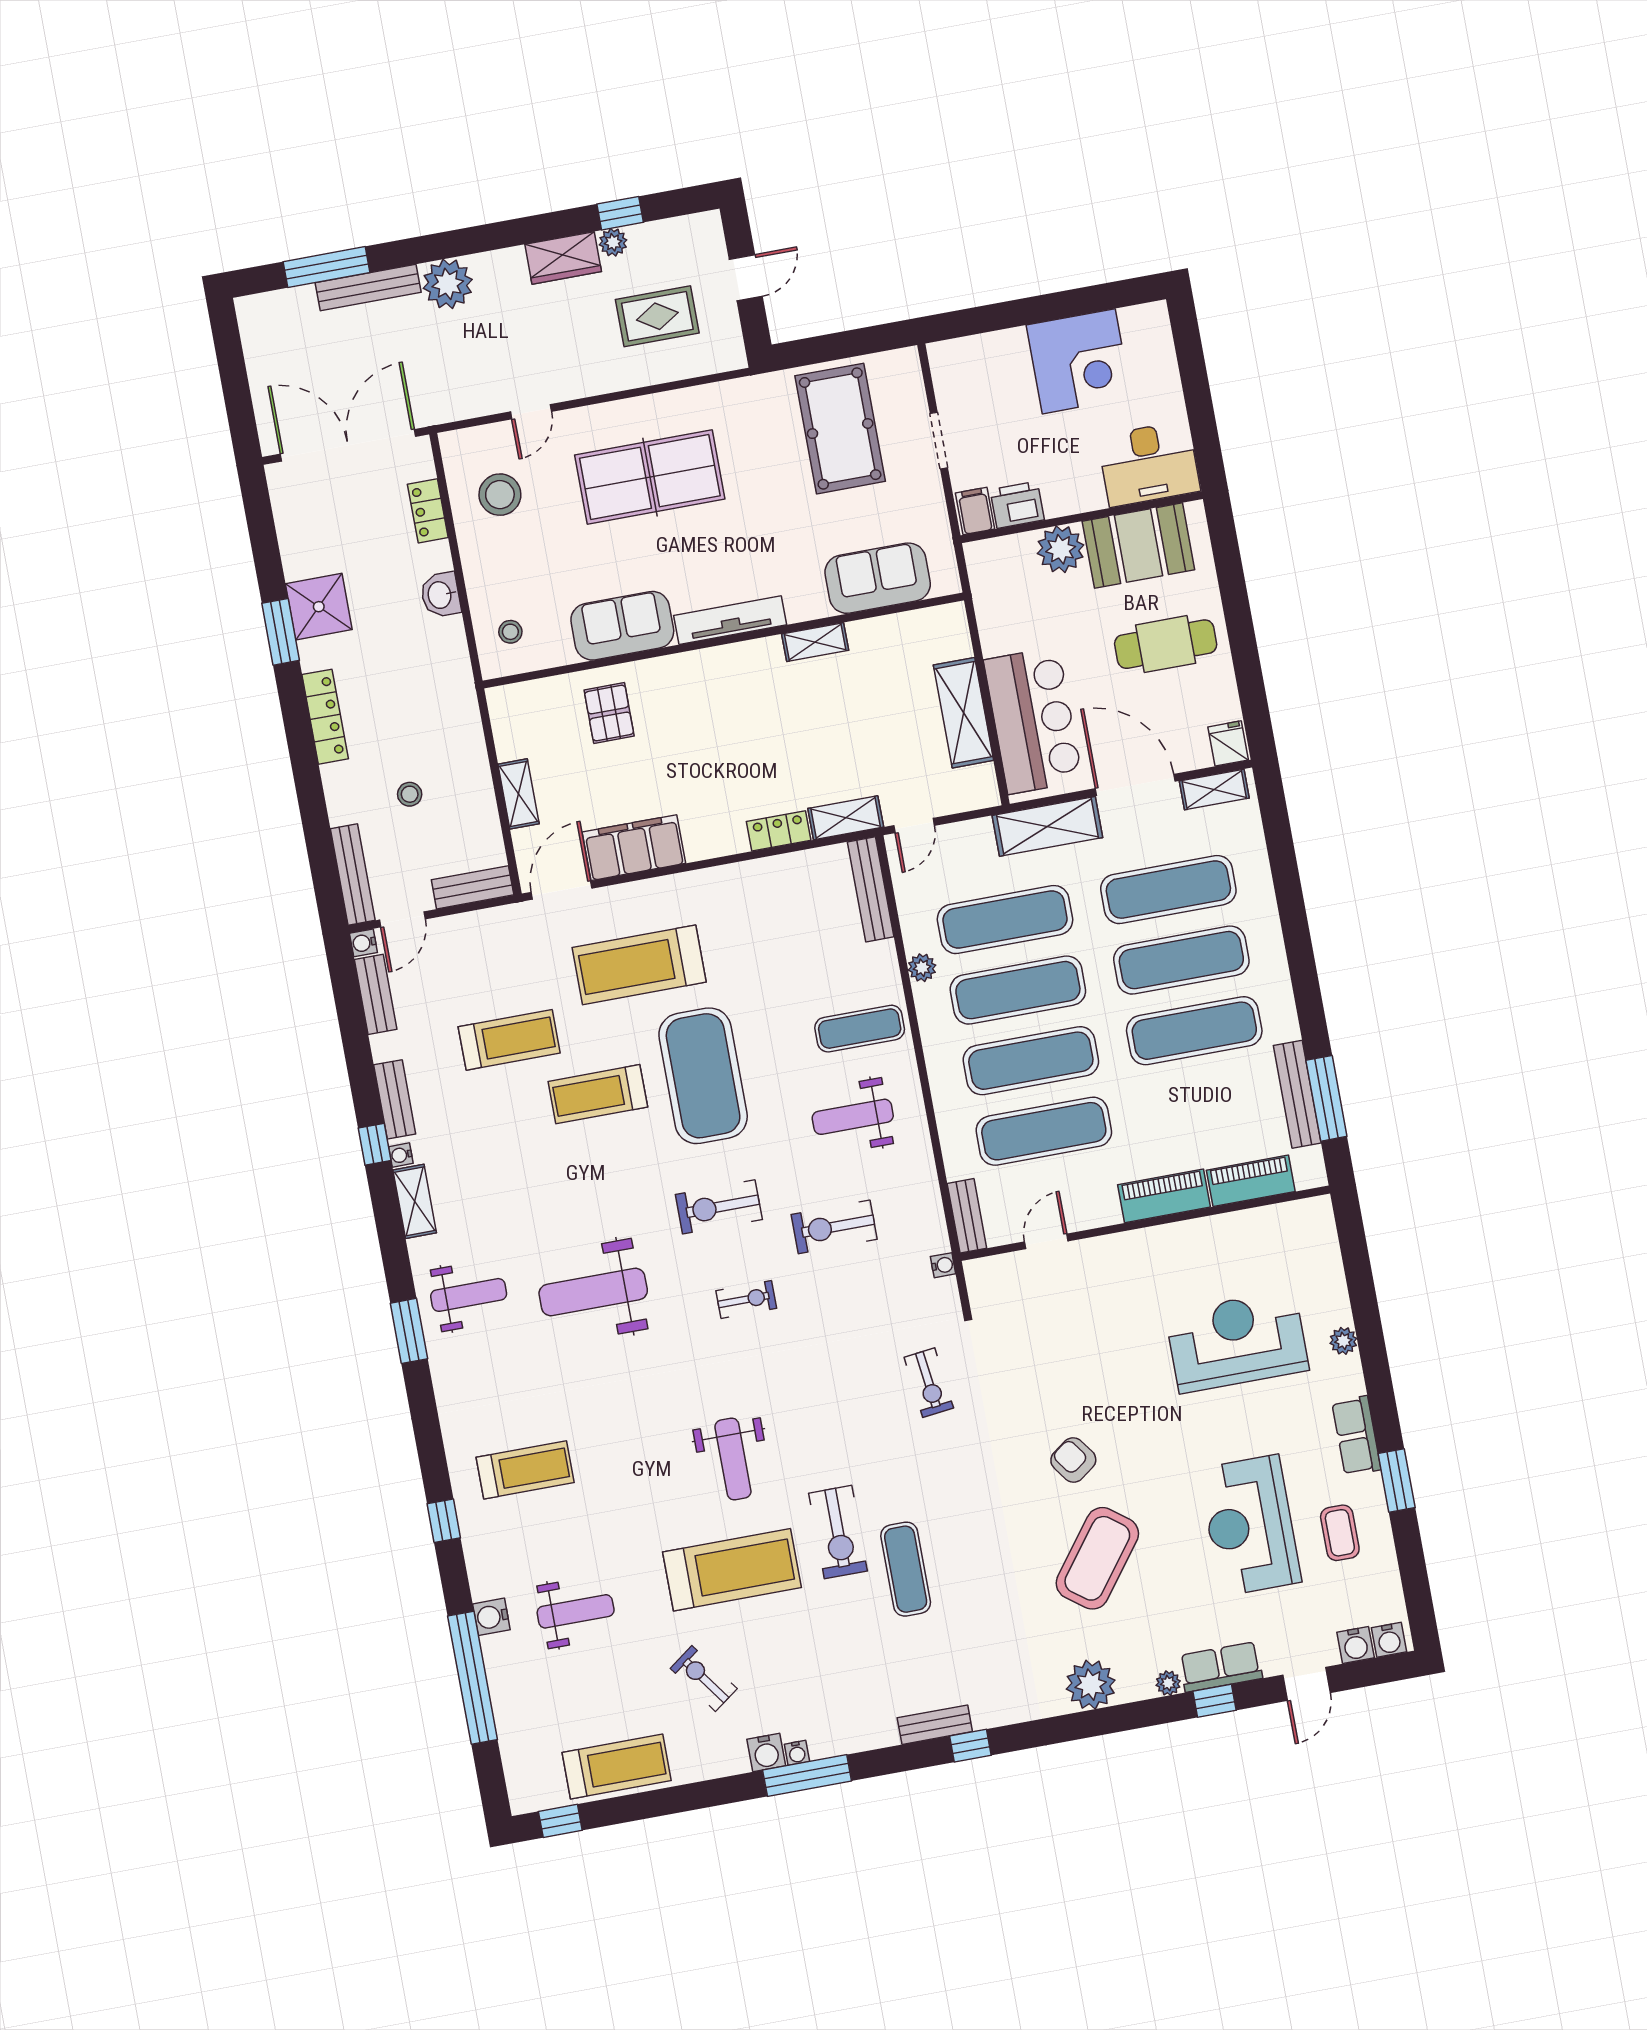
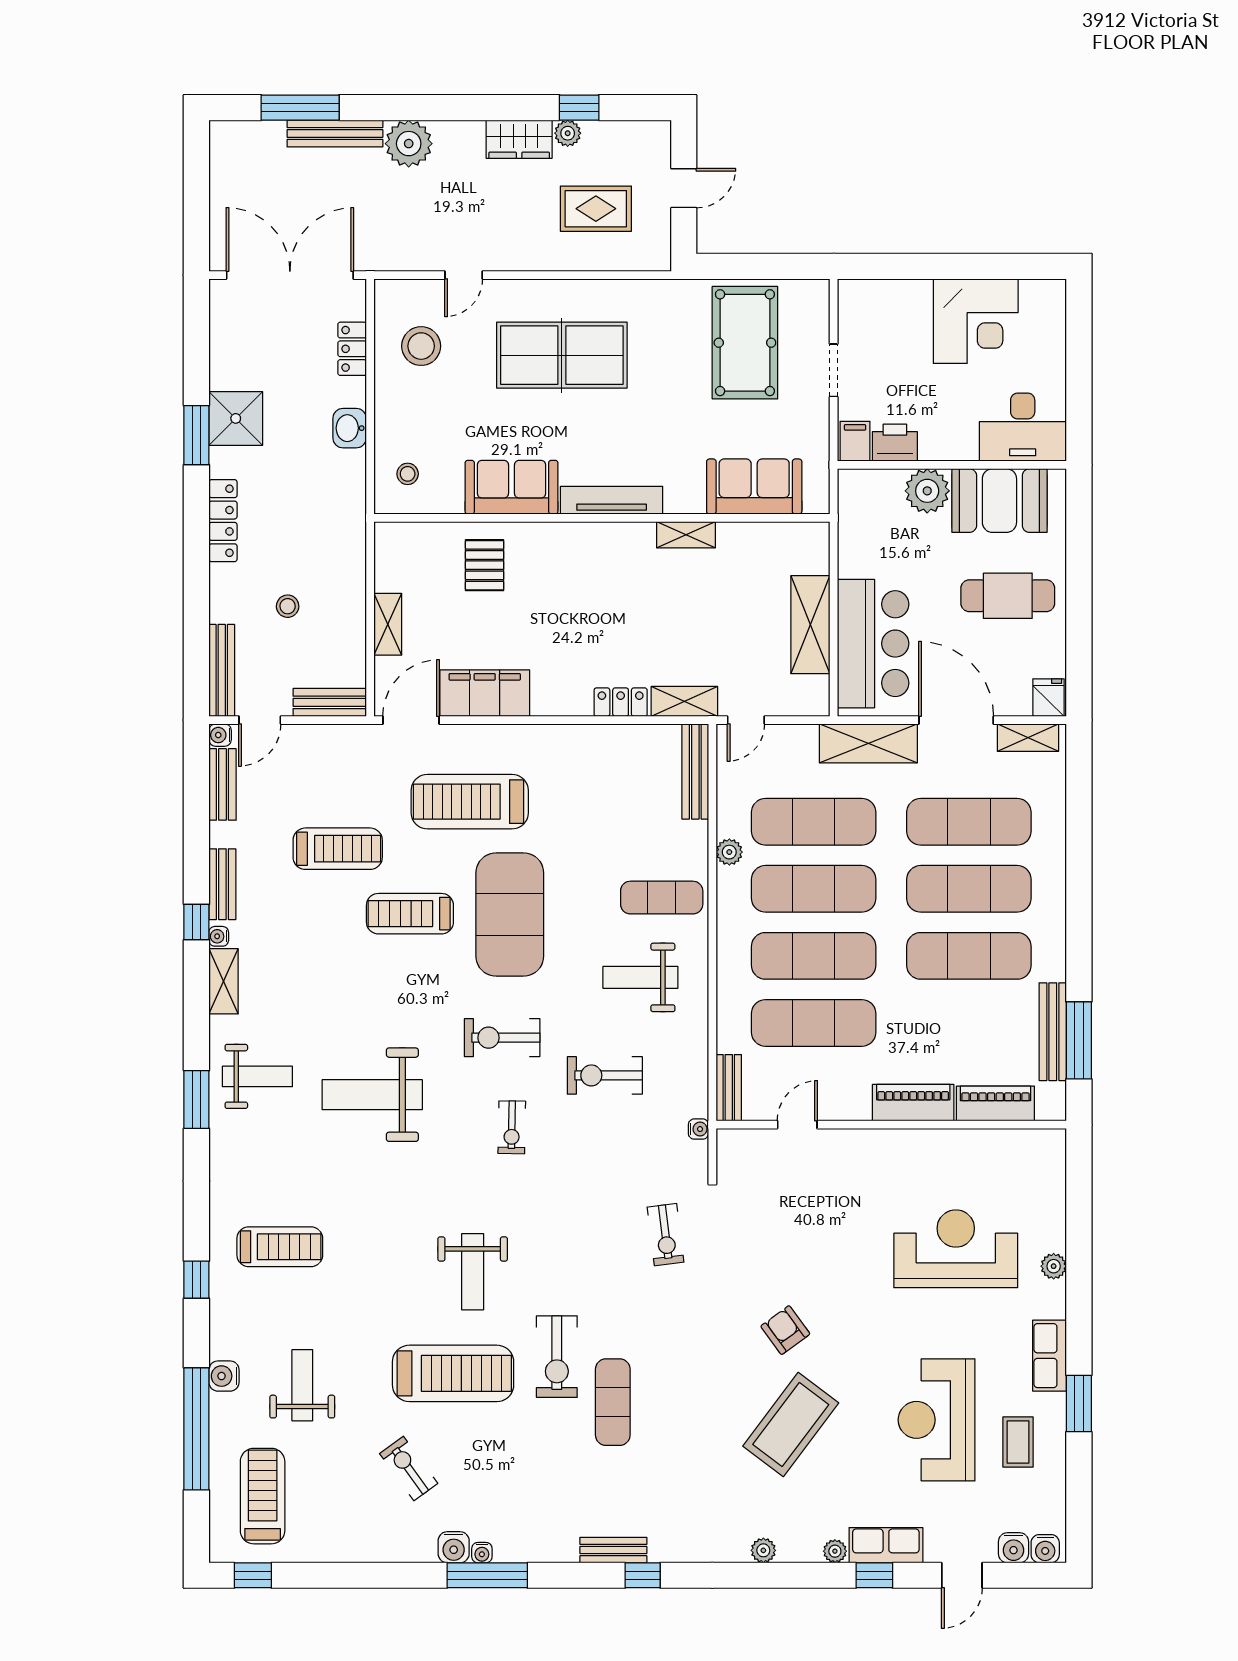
exercise bike: (746, 1299) -> (512, 1127), turned 91
weight bench: (576, 1611) -> (302, 1385), turned -90
plant: (1091, 1685) -> (763, 1550), width x0.53, depth x0.53
treadmill: (617, 1767) -> (263, 1496), moved, turned -90

